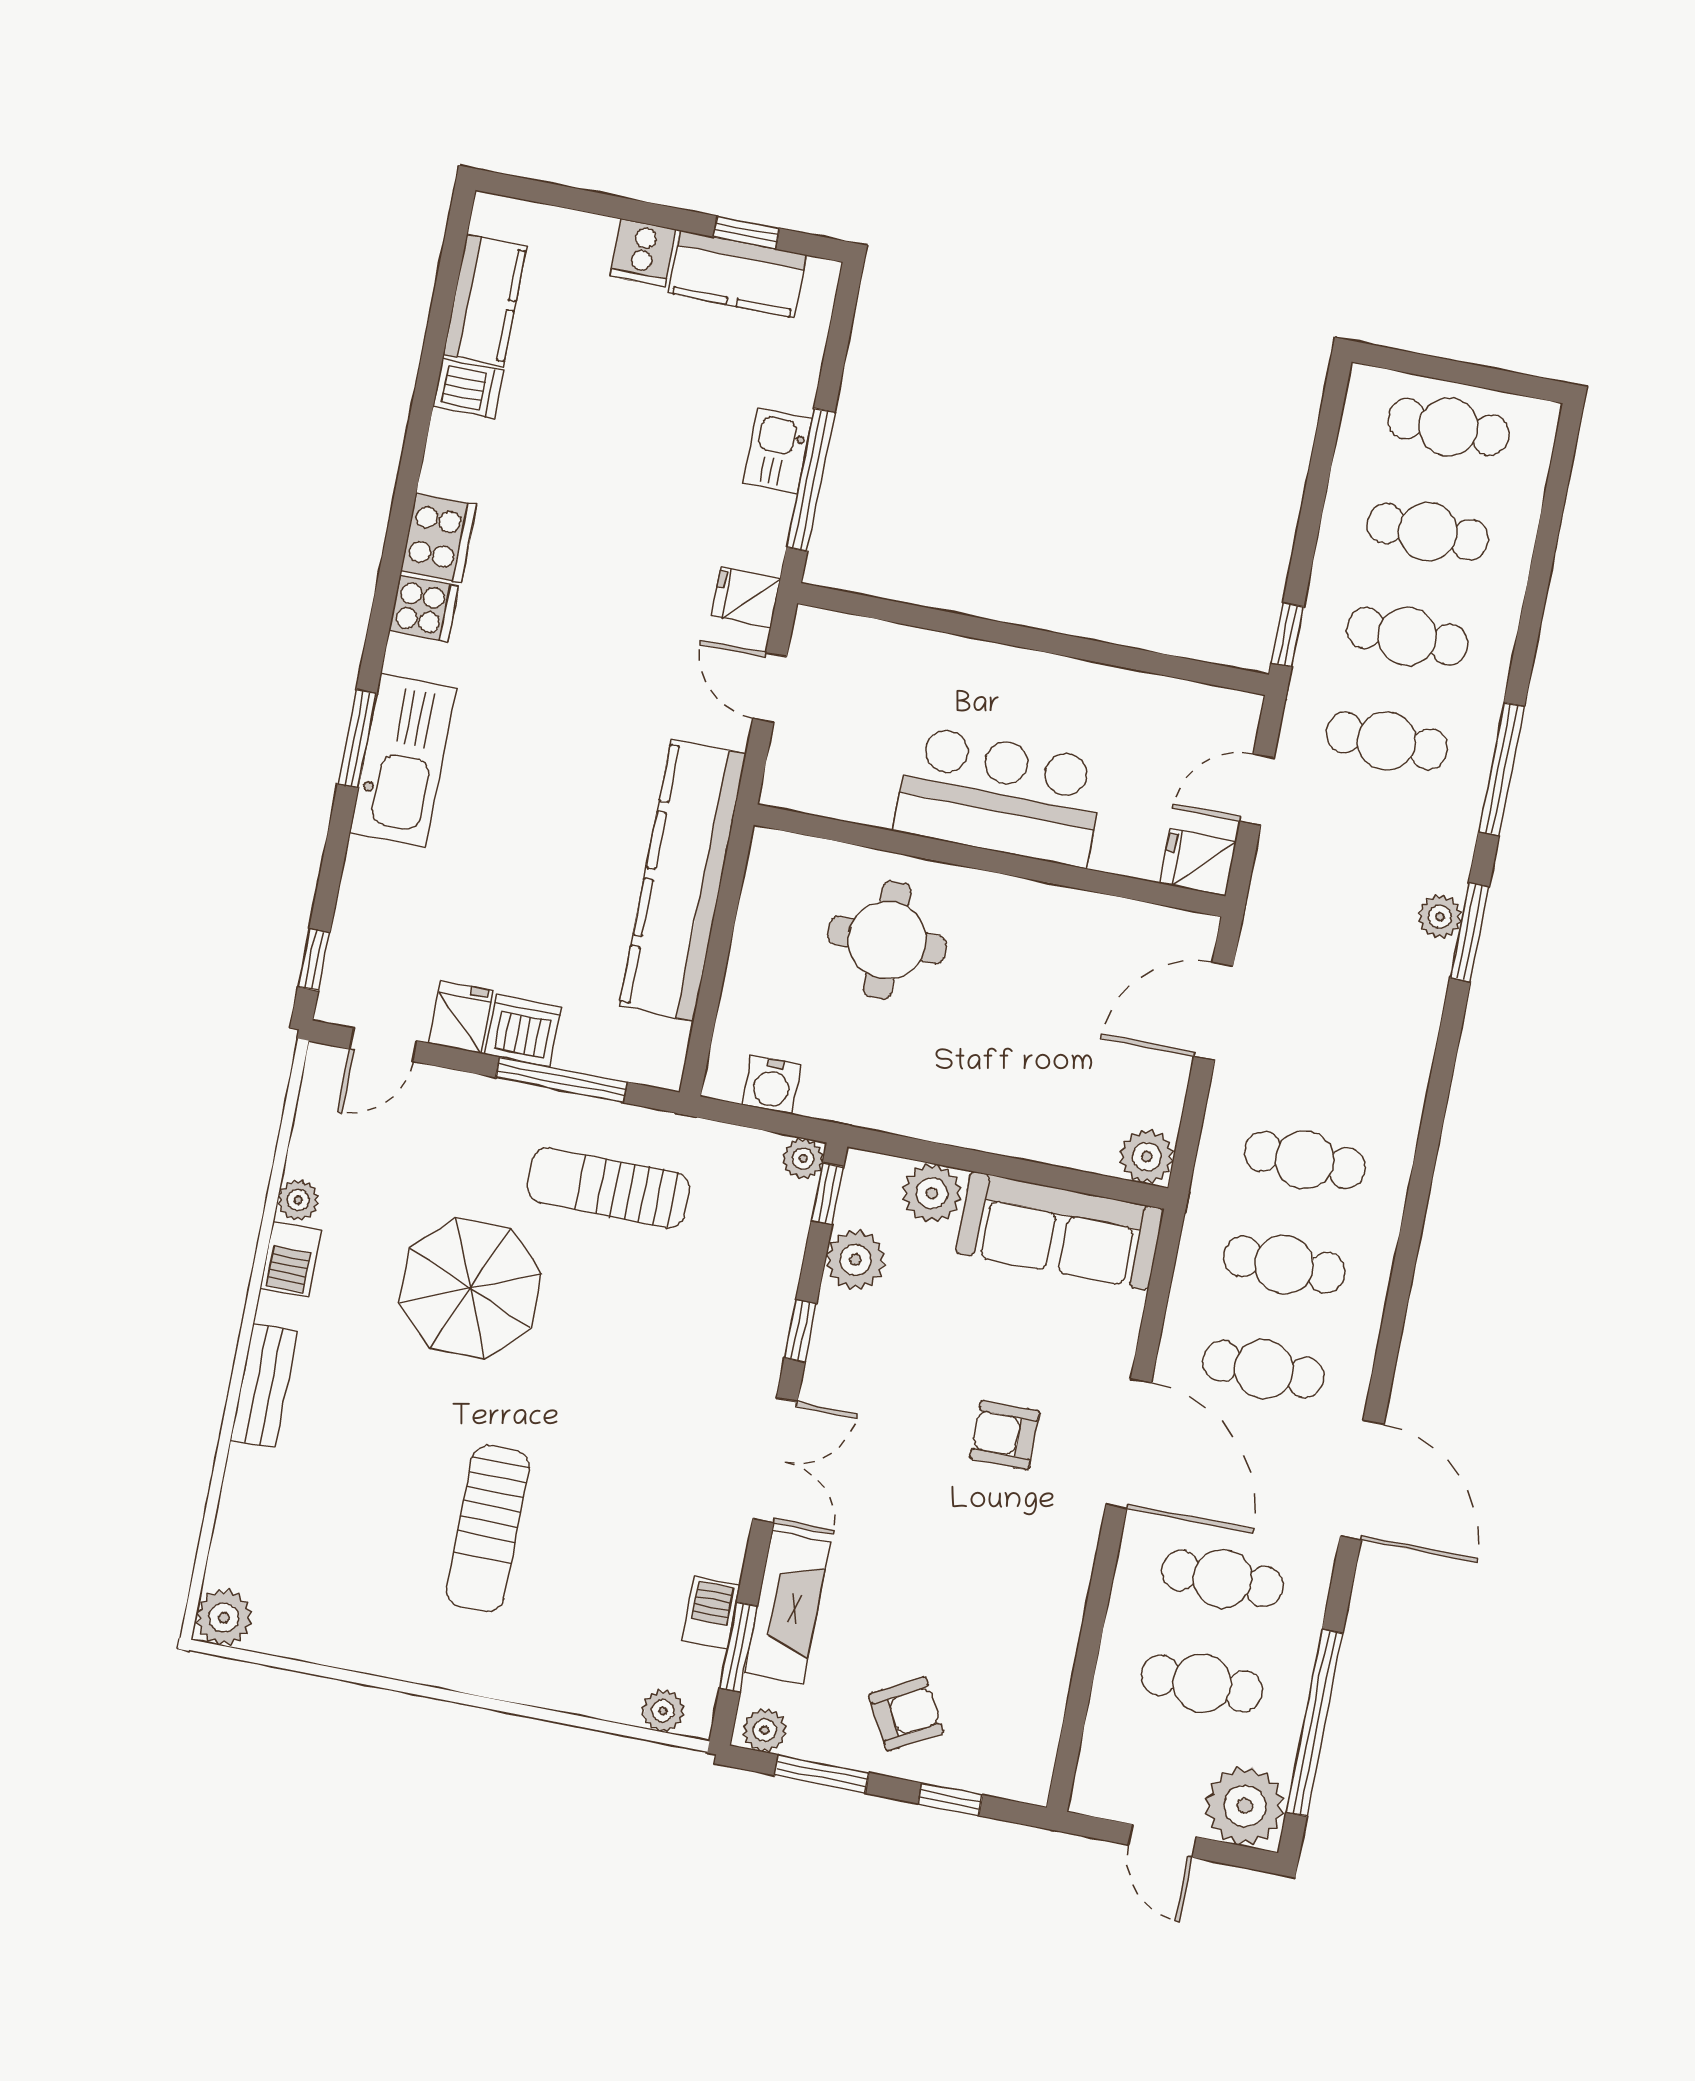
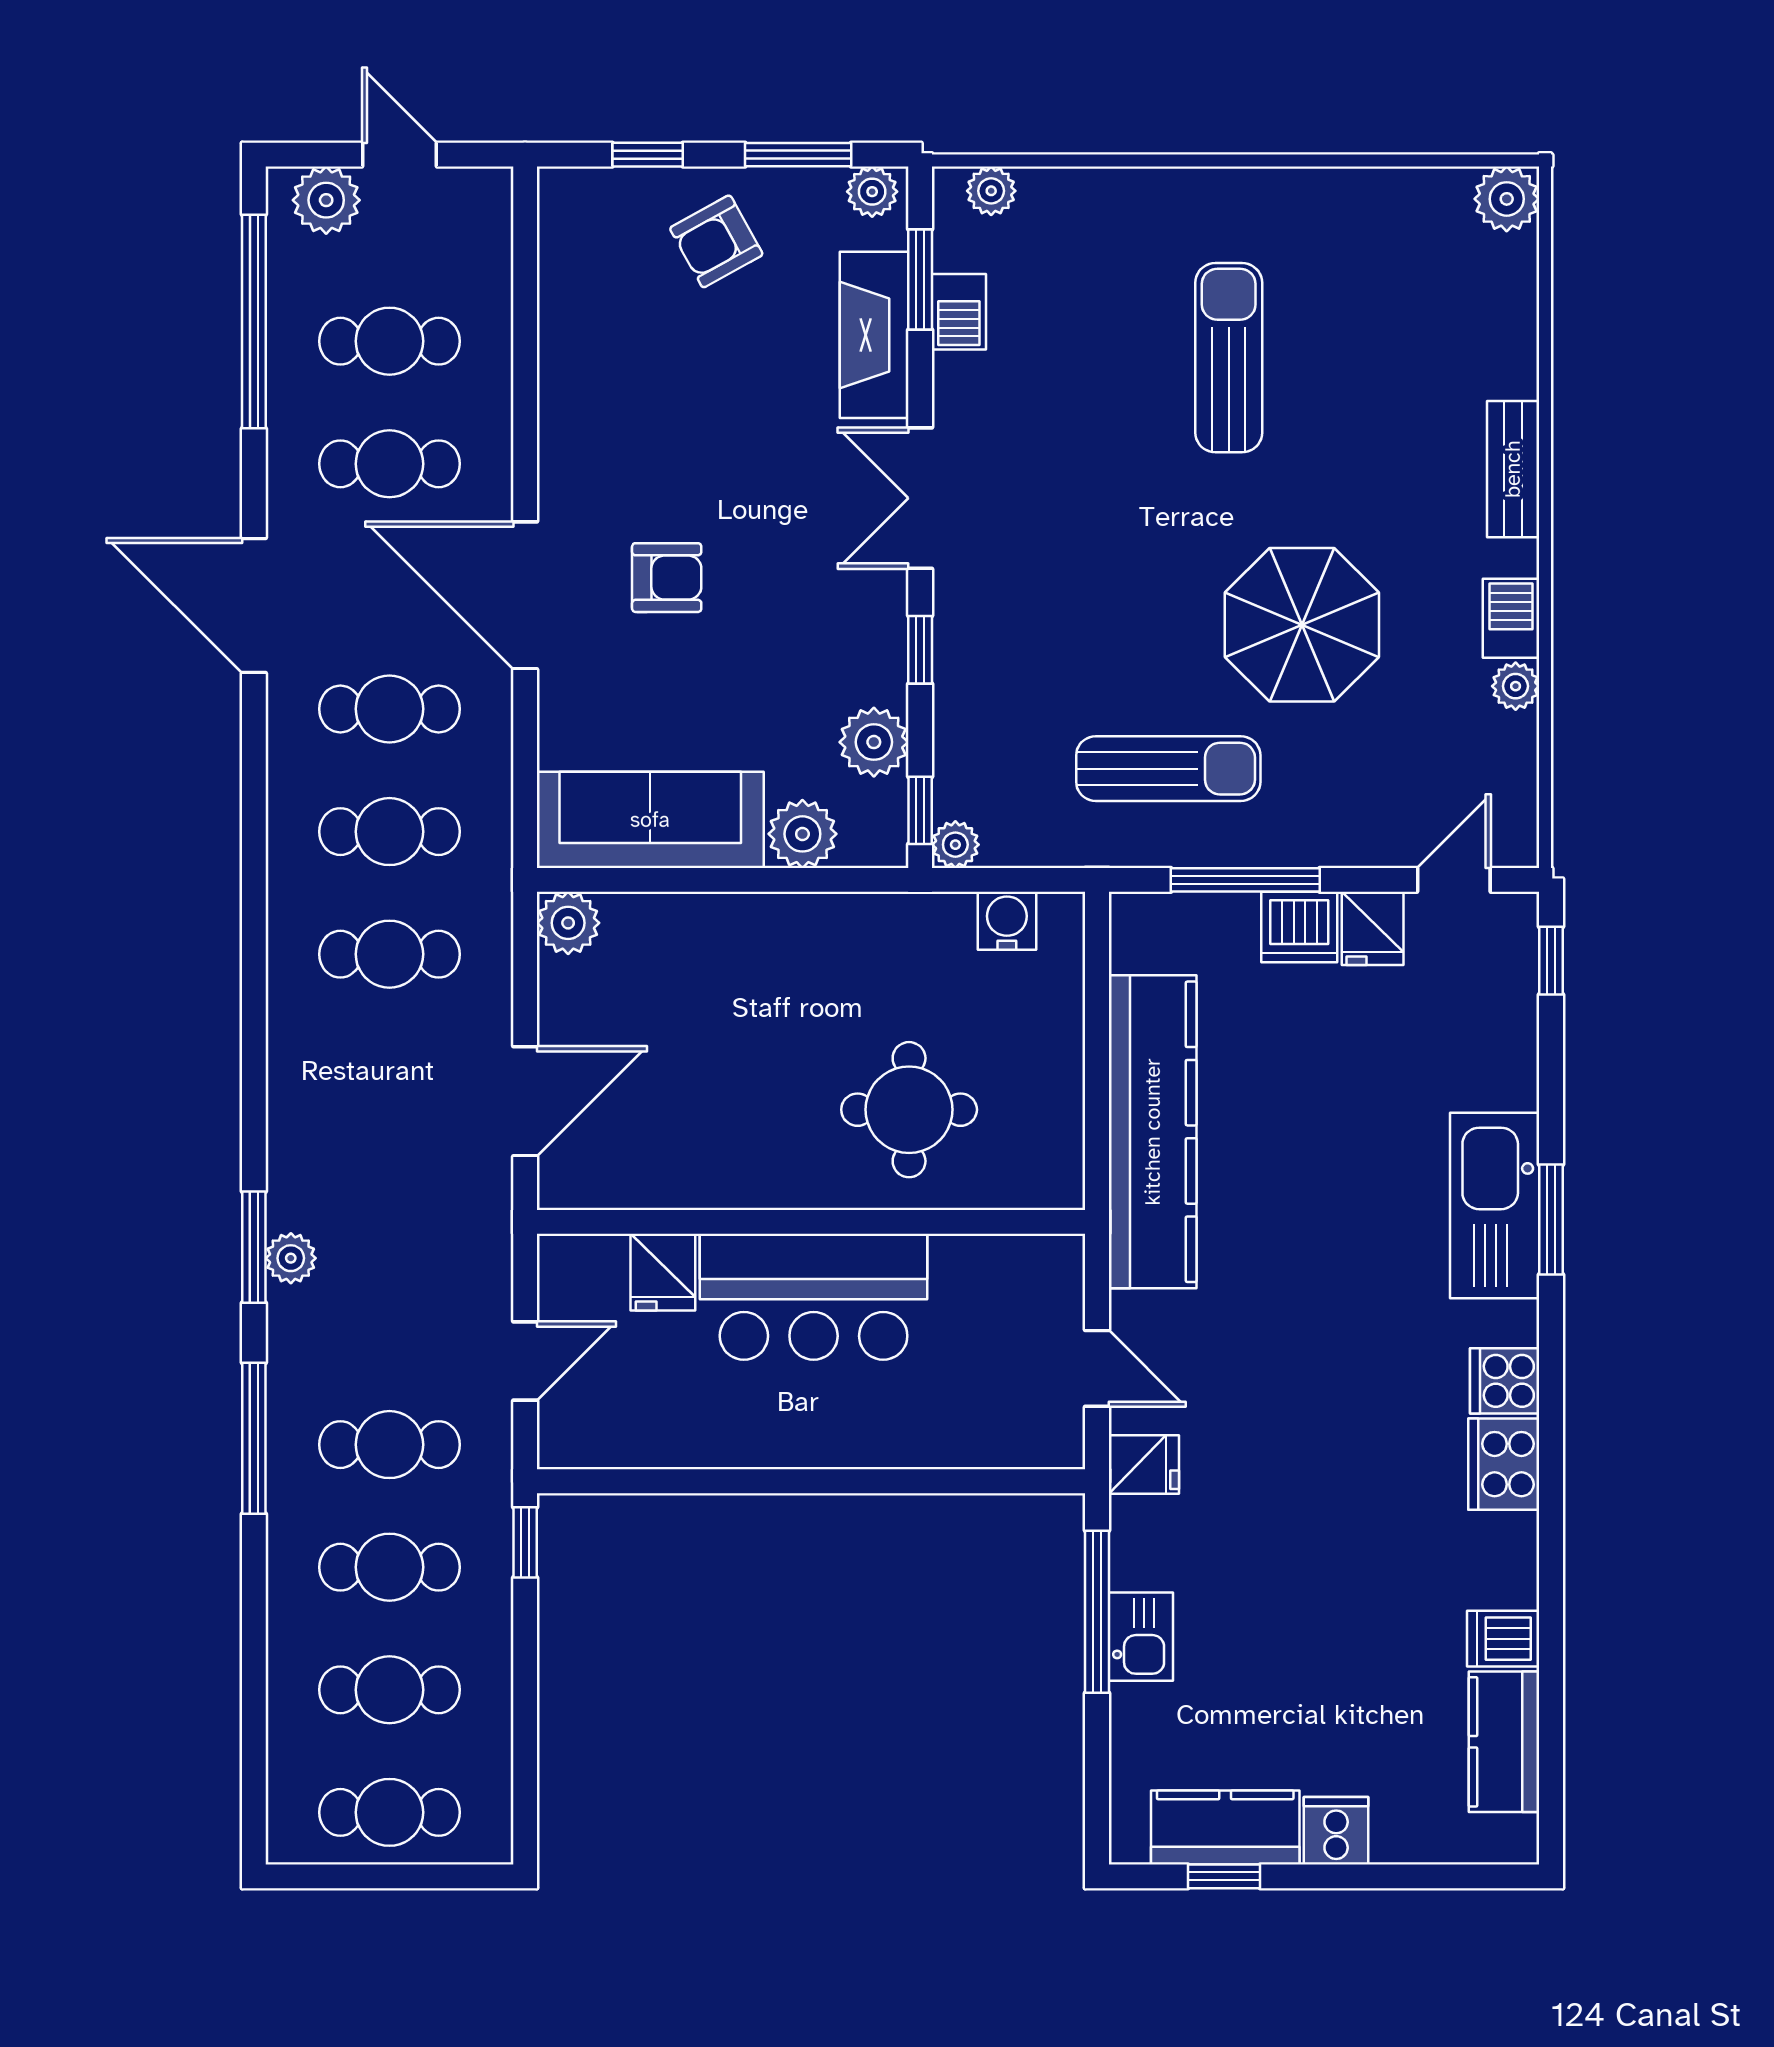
fridge: (1198, 862) -> (663, 1272), moved, turned 90
plant: (1245, 1806) -> (326, 200), width x0.73, depth x0.73

